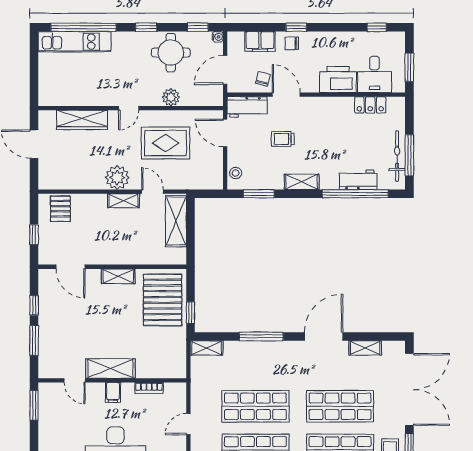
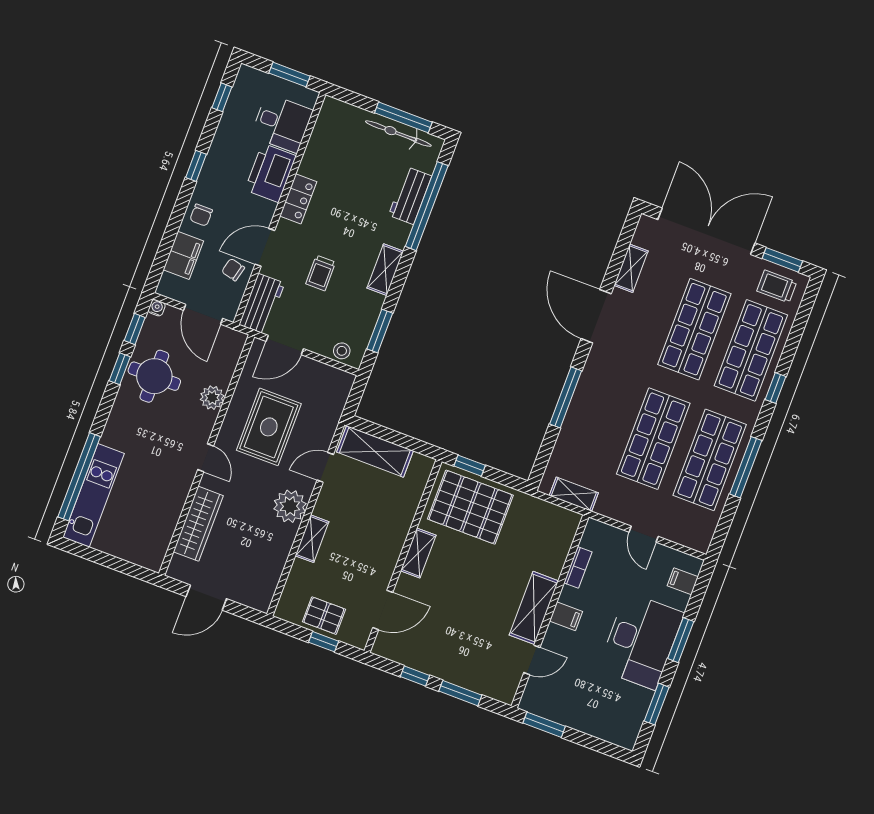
window: (146, 27) -> (120, 369), moved
window: (296, 27) -> (196, 166), moved
locker: (370, 105) -> (298, 199), moved
shelving: (124, 201) -> (312, 539), moved
pallet: (60, 209) -> (324, 616), moved
window: (190, 313) -> (470, 466), moved
shelving: (207, 348) -> (574, 494), moved, turned 90

